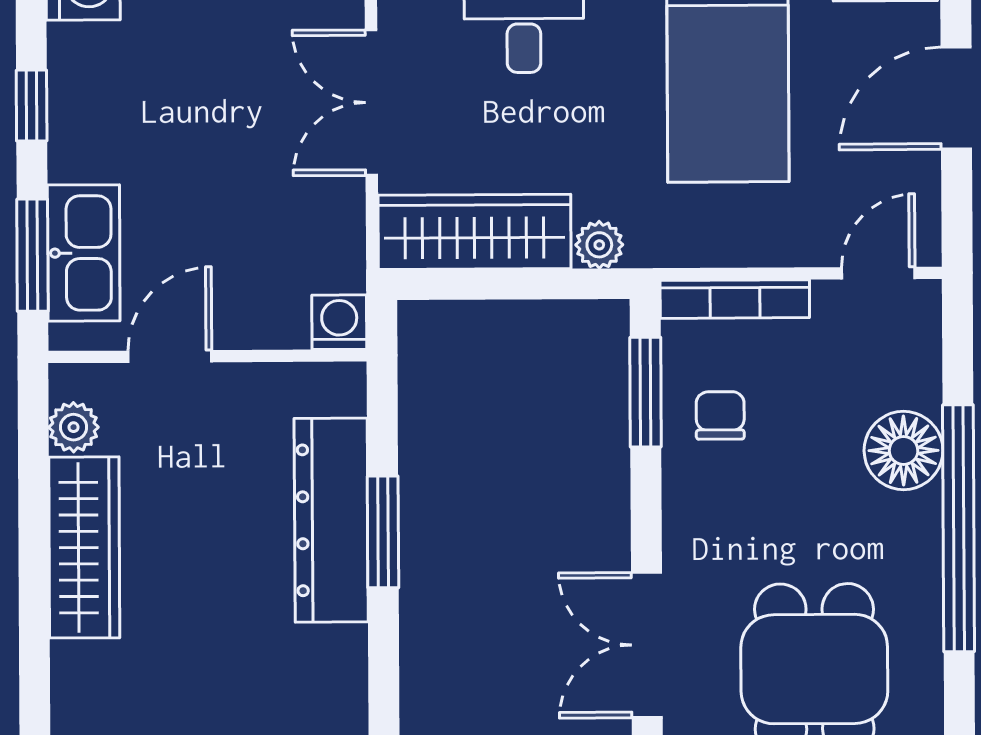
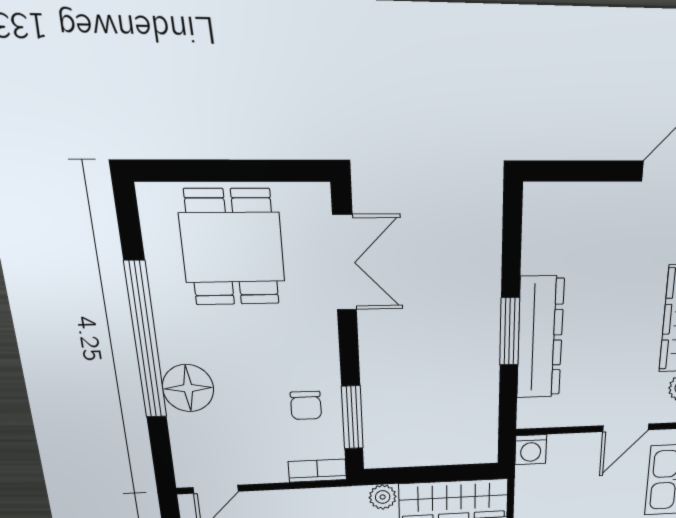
bookcase: (735, 299) -> (317, 471), width x0.64

